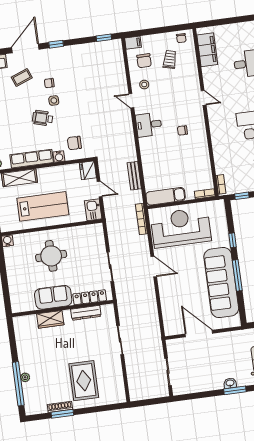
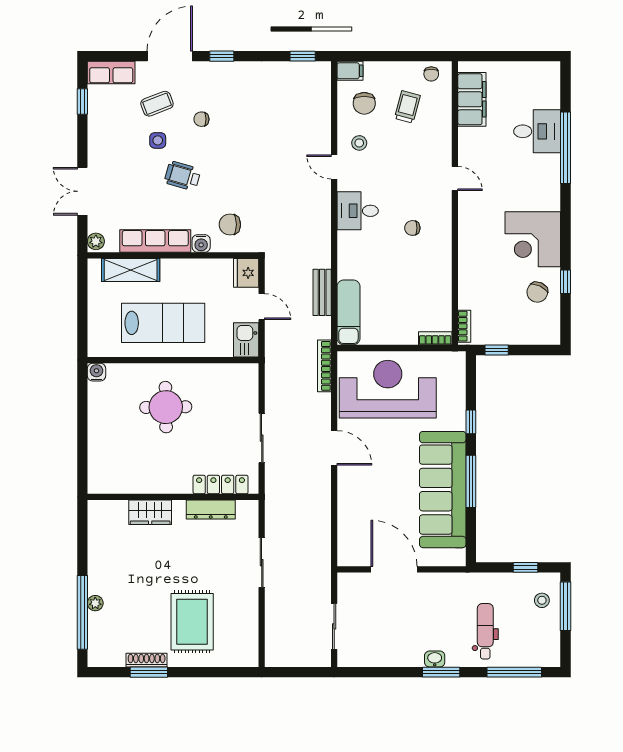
side table: (54, 100) -> (158, 140), moved
exam couch: (166, 196) -> (348, 312), moved, turned 90
sofa: (53, 297) -> (160, 476), removed

